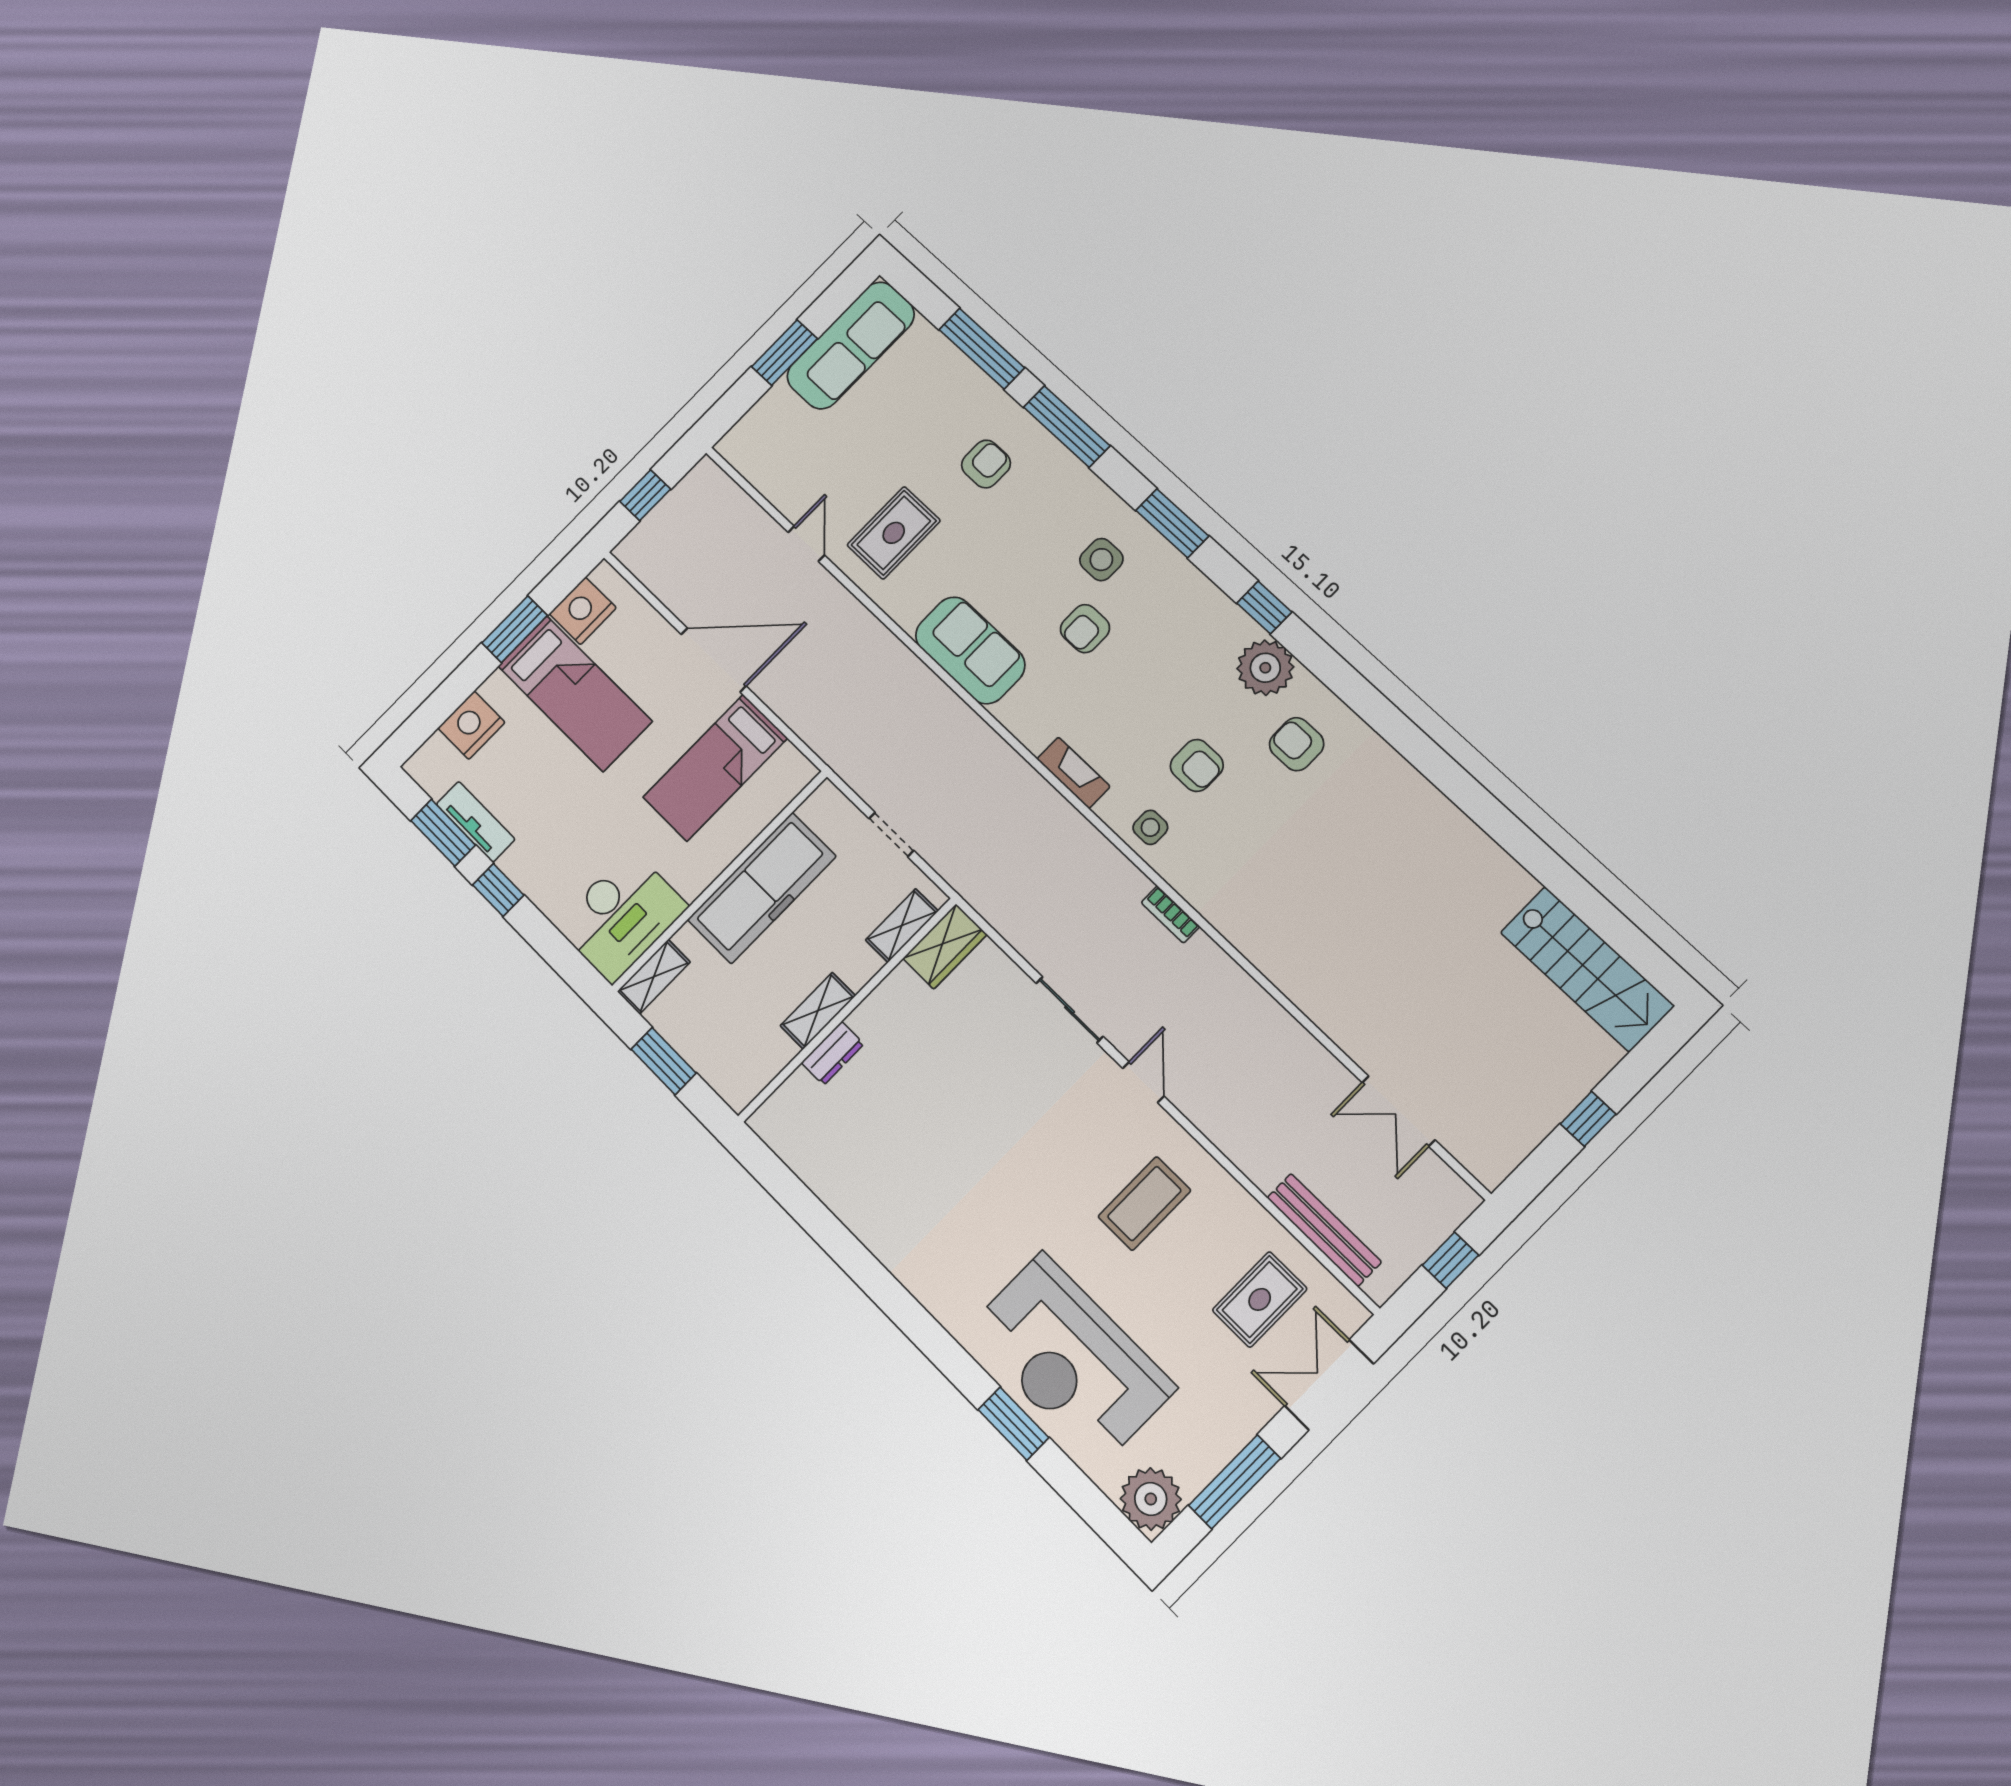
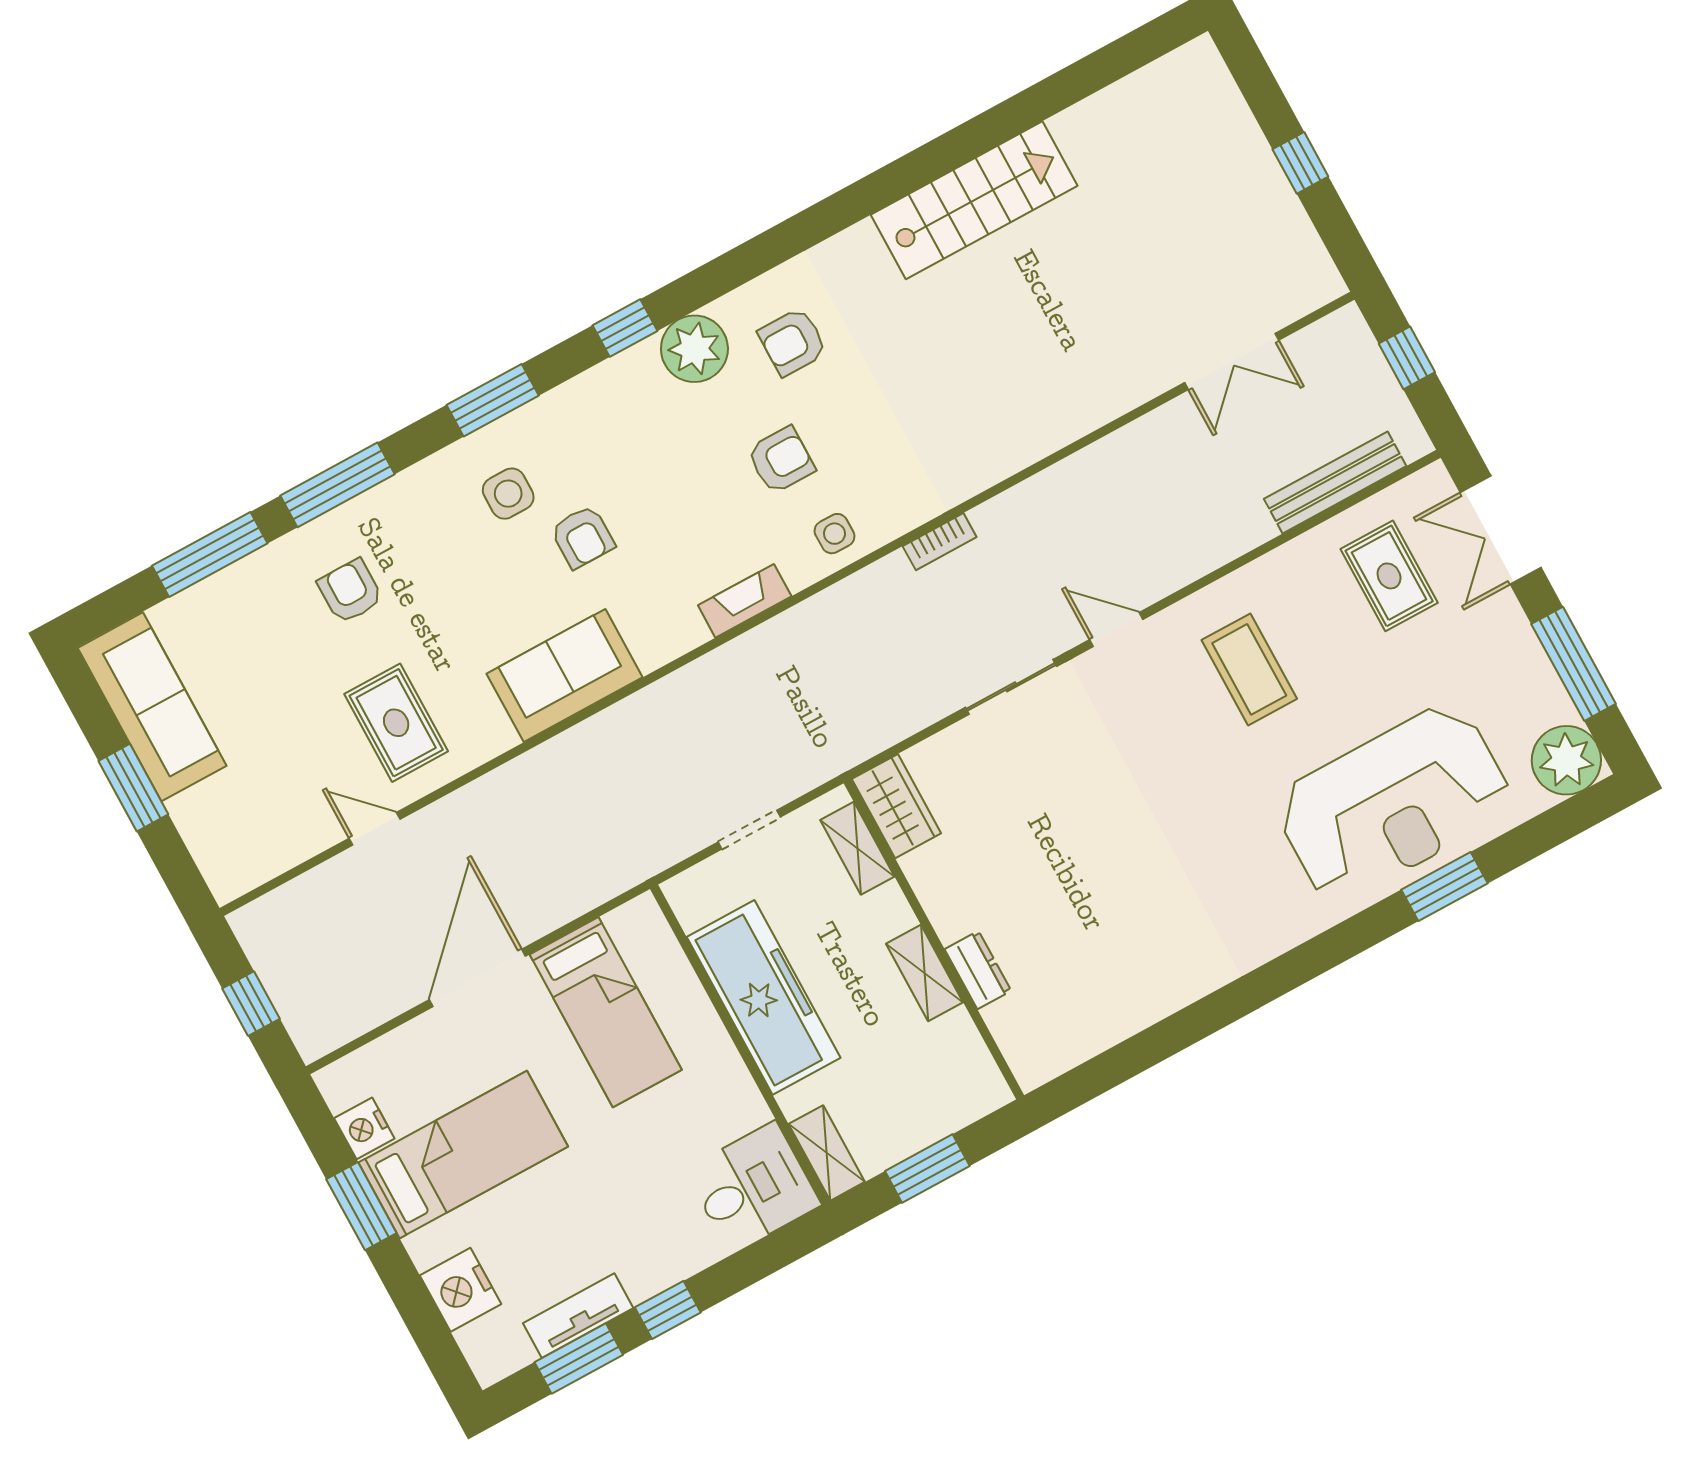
nightstand: (583, 611) -> (364, 1128), width x0.74, depth x0.75
desk: (621, 916) -> (753, 1187), width x0.73
stairs: (1587, 969) -> (974, 200), moved

